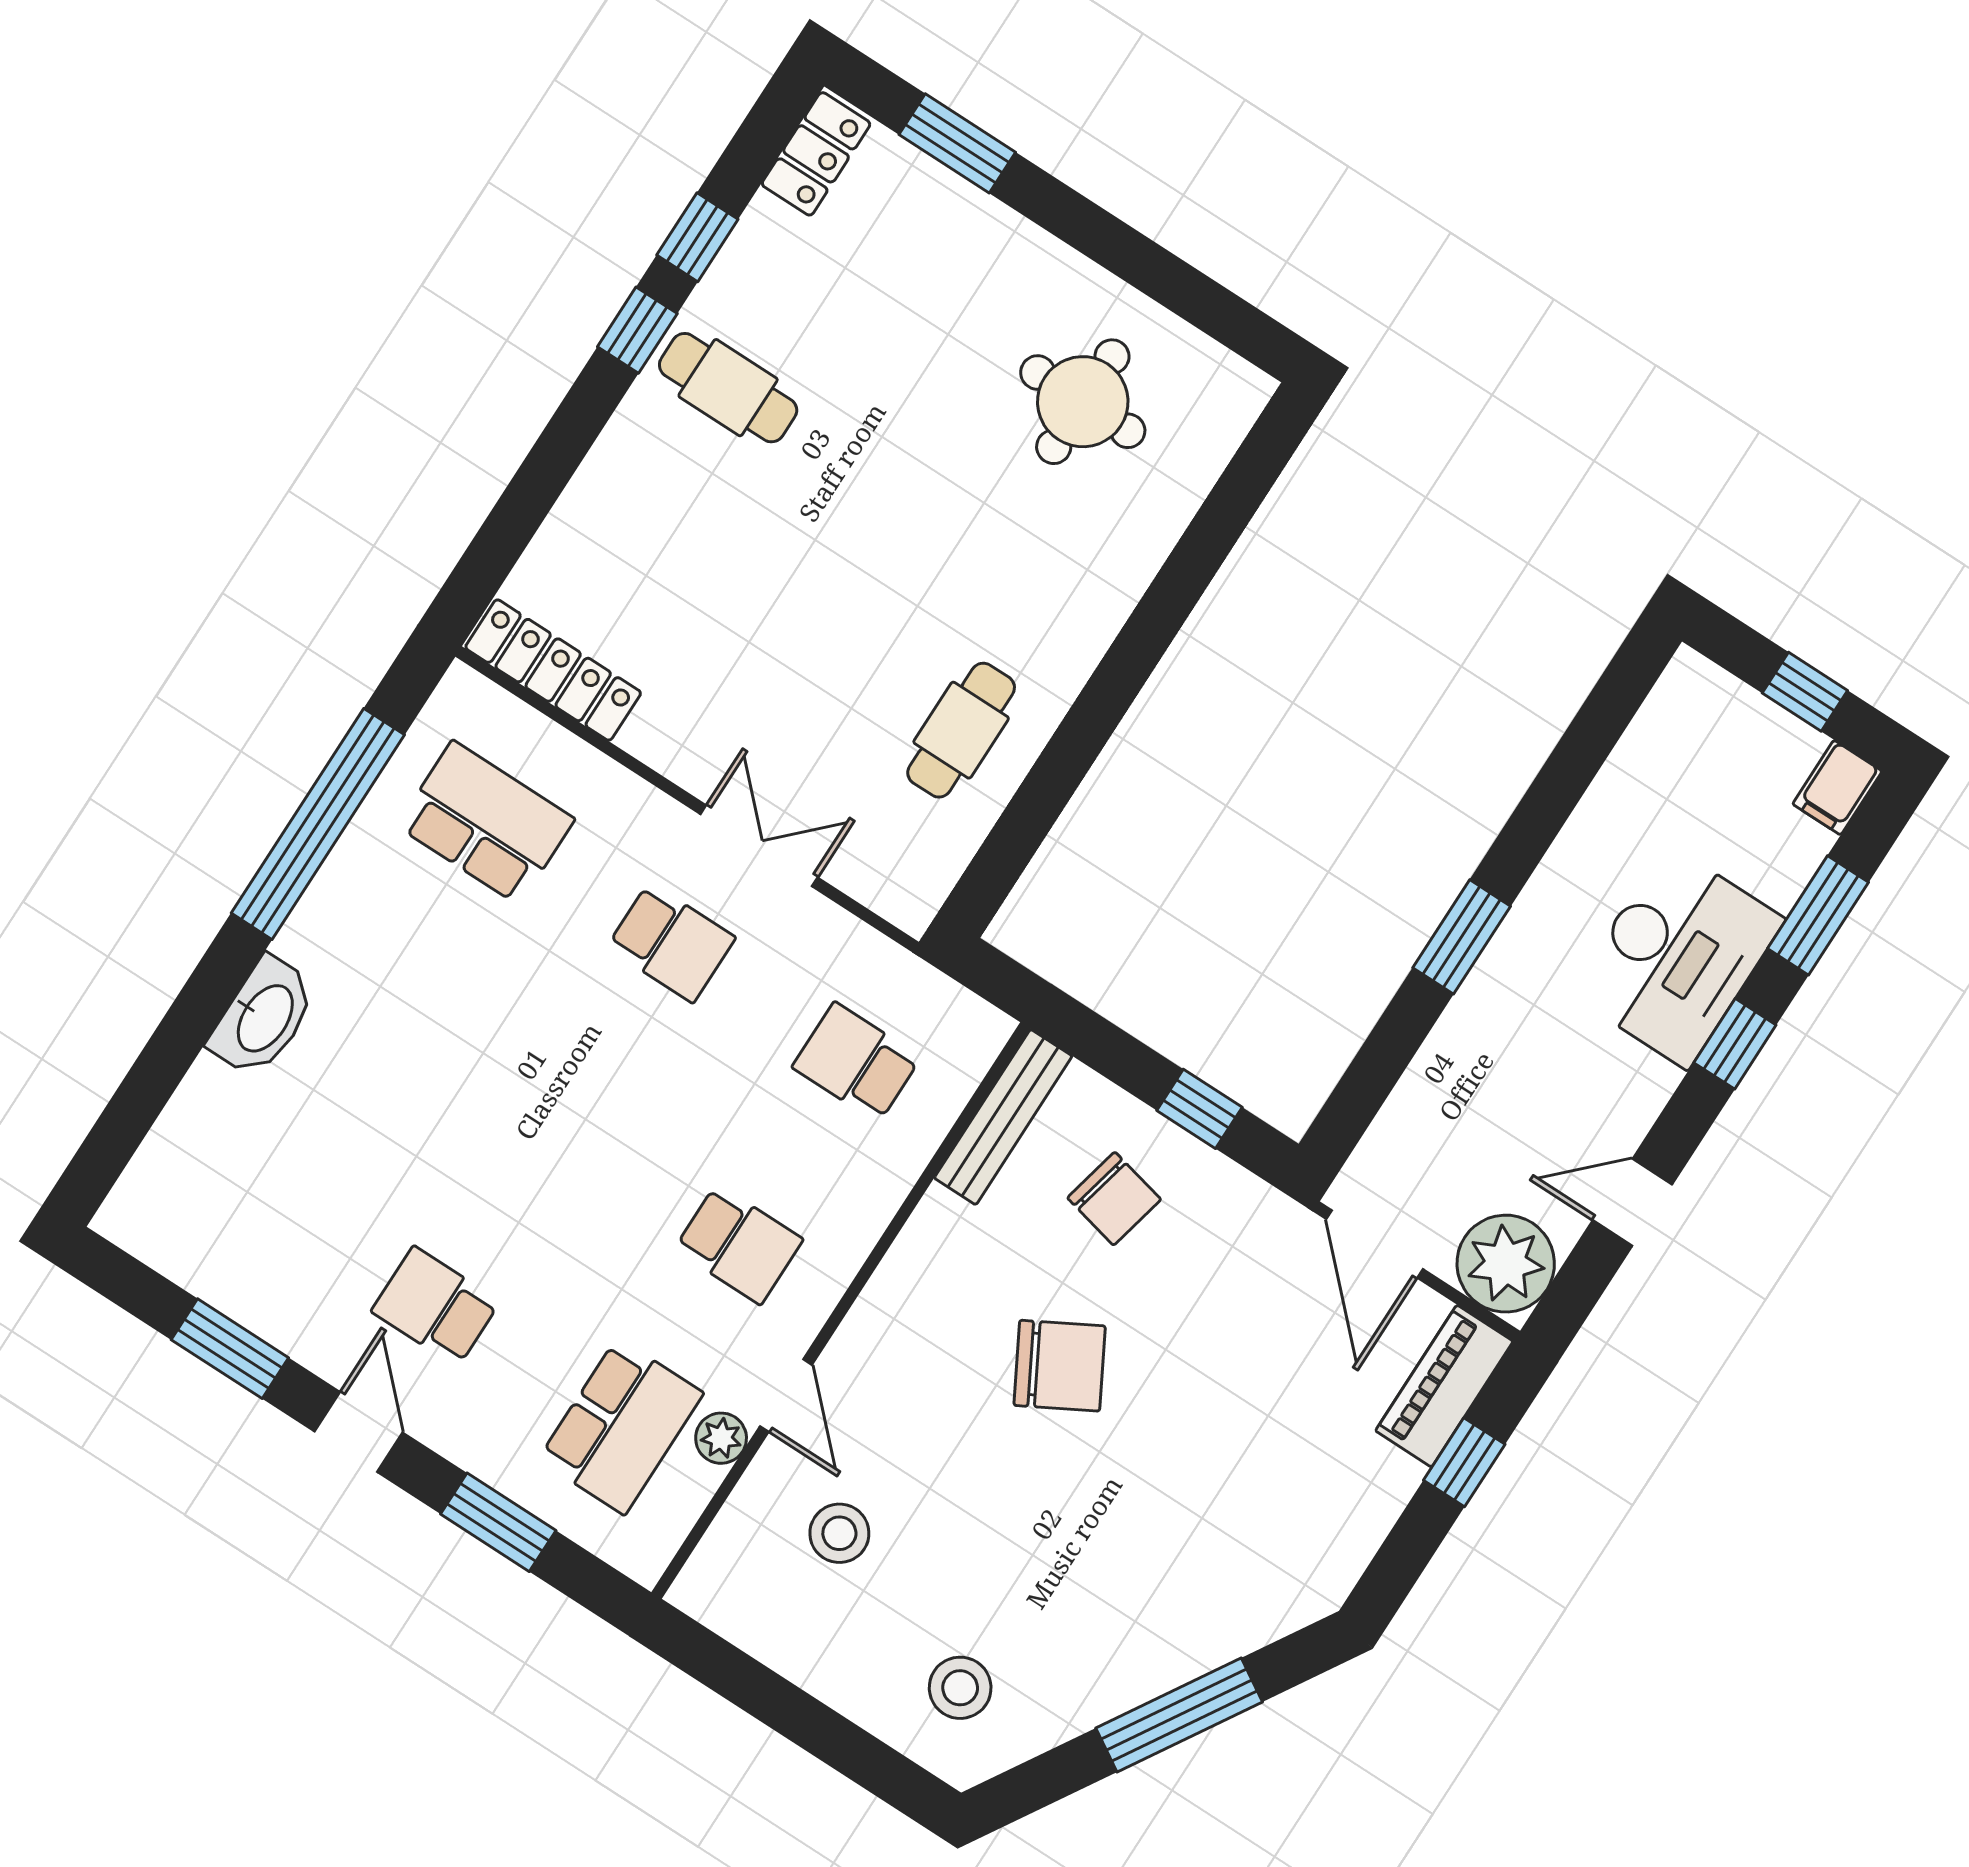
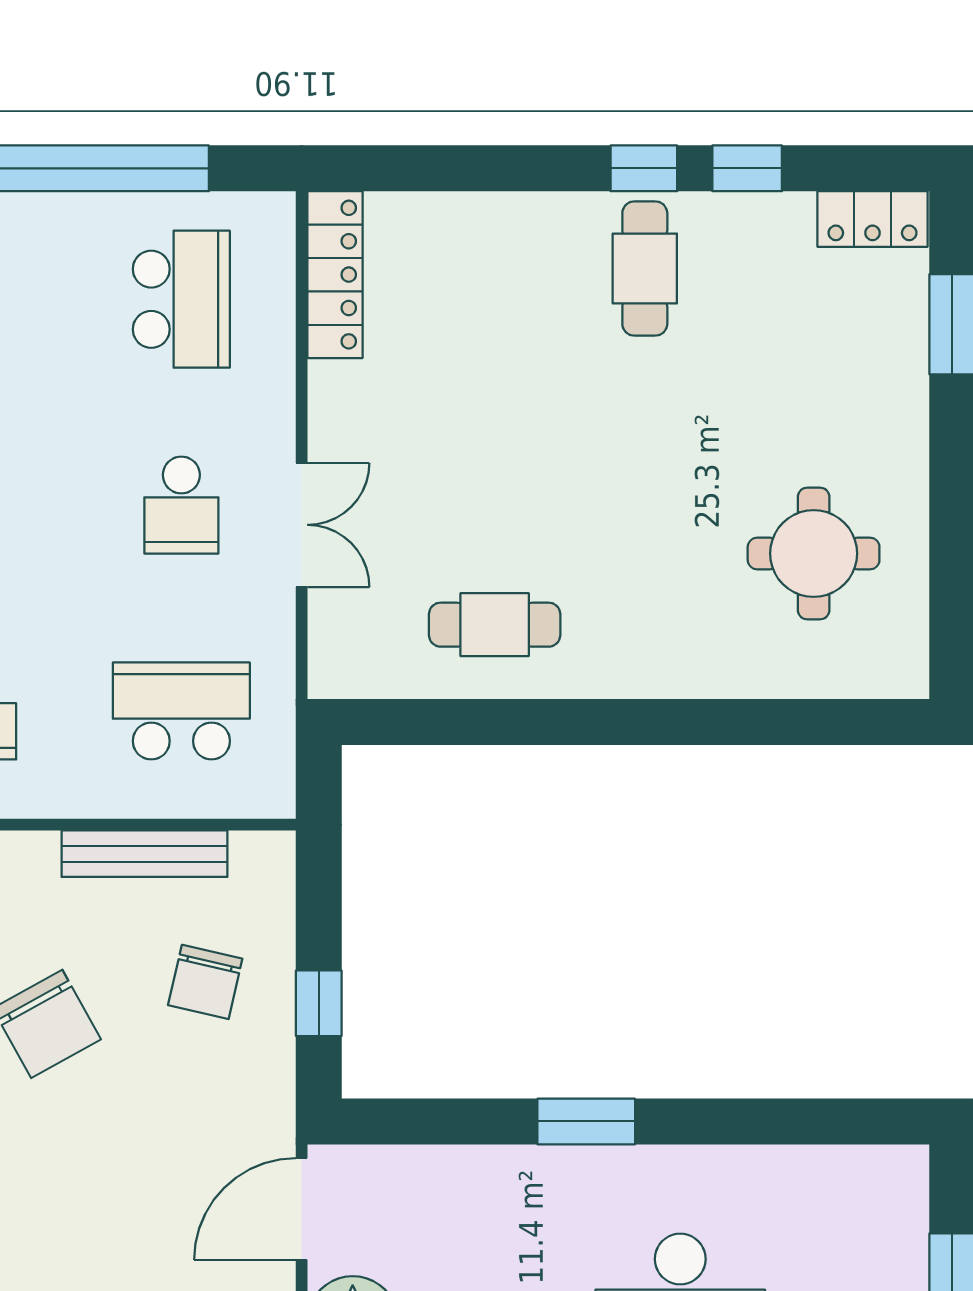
school desk: (856, 1062) -> (181, 711), width x1.85
bench: (1003, 1117) -> (145, 854), moved

